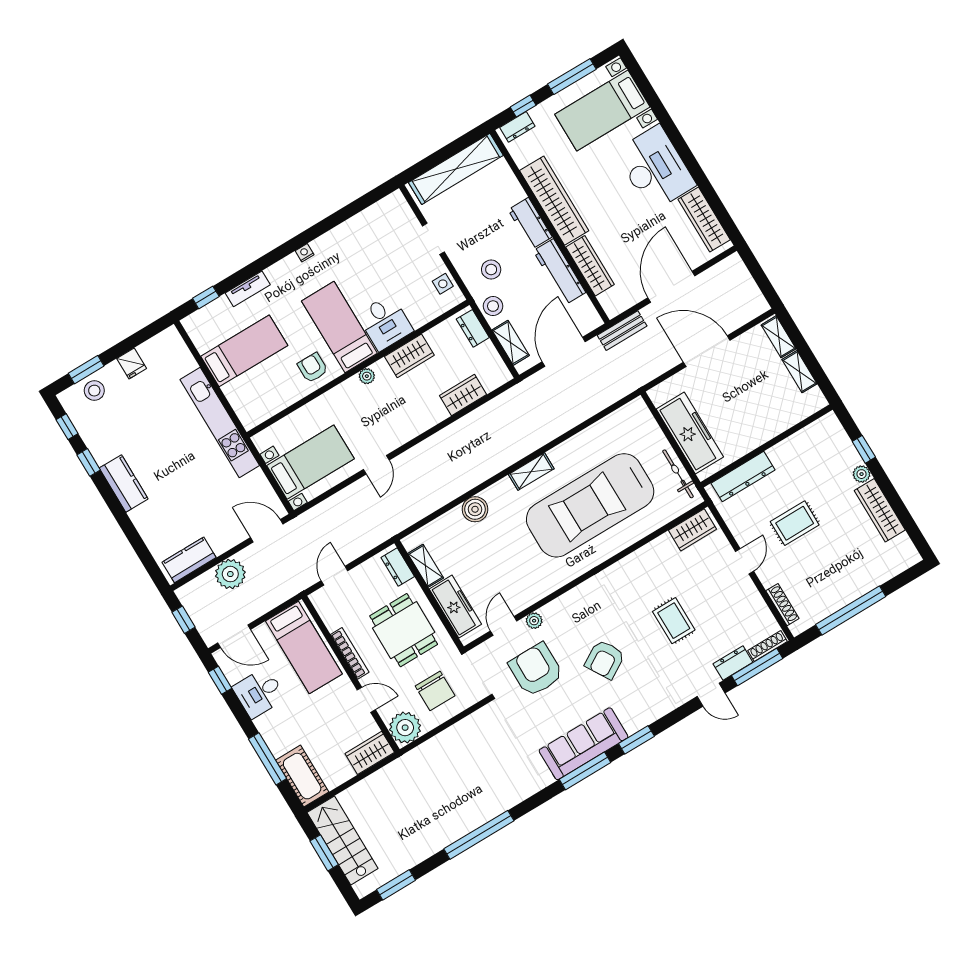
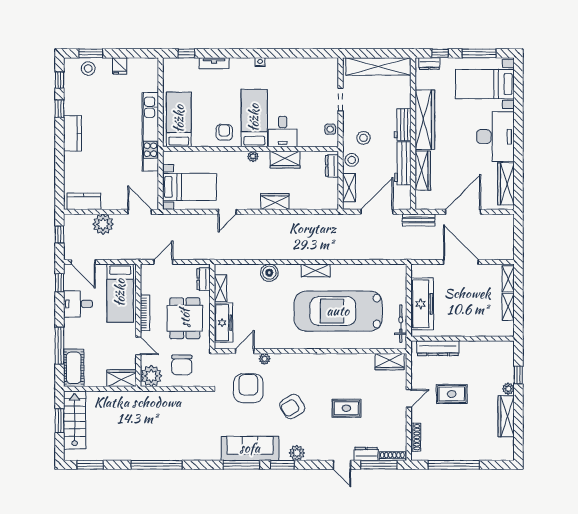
bed: (244, 351) -> (179, 119), moved, turned -90
wardrobe: (463, 395) -> (275, 201), moved
rug: (674, 621) -> (346, 408), turned 90
plant: (645, 714) -> (297, 453), added

